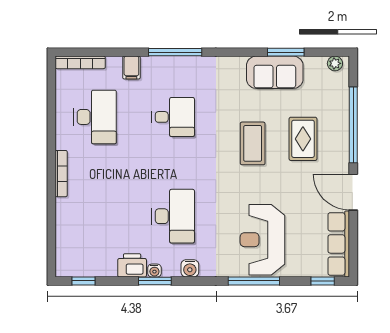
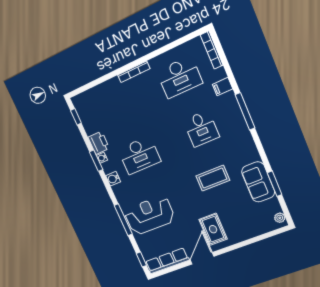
window: (353, 125) -> (244, 243), removed
rug: (303, 139) -> (213, 229), moved, turned 90
coffee table: (253, 143) -> (213, 178), moved

